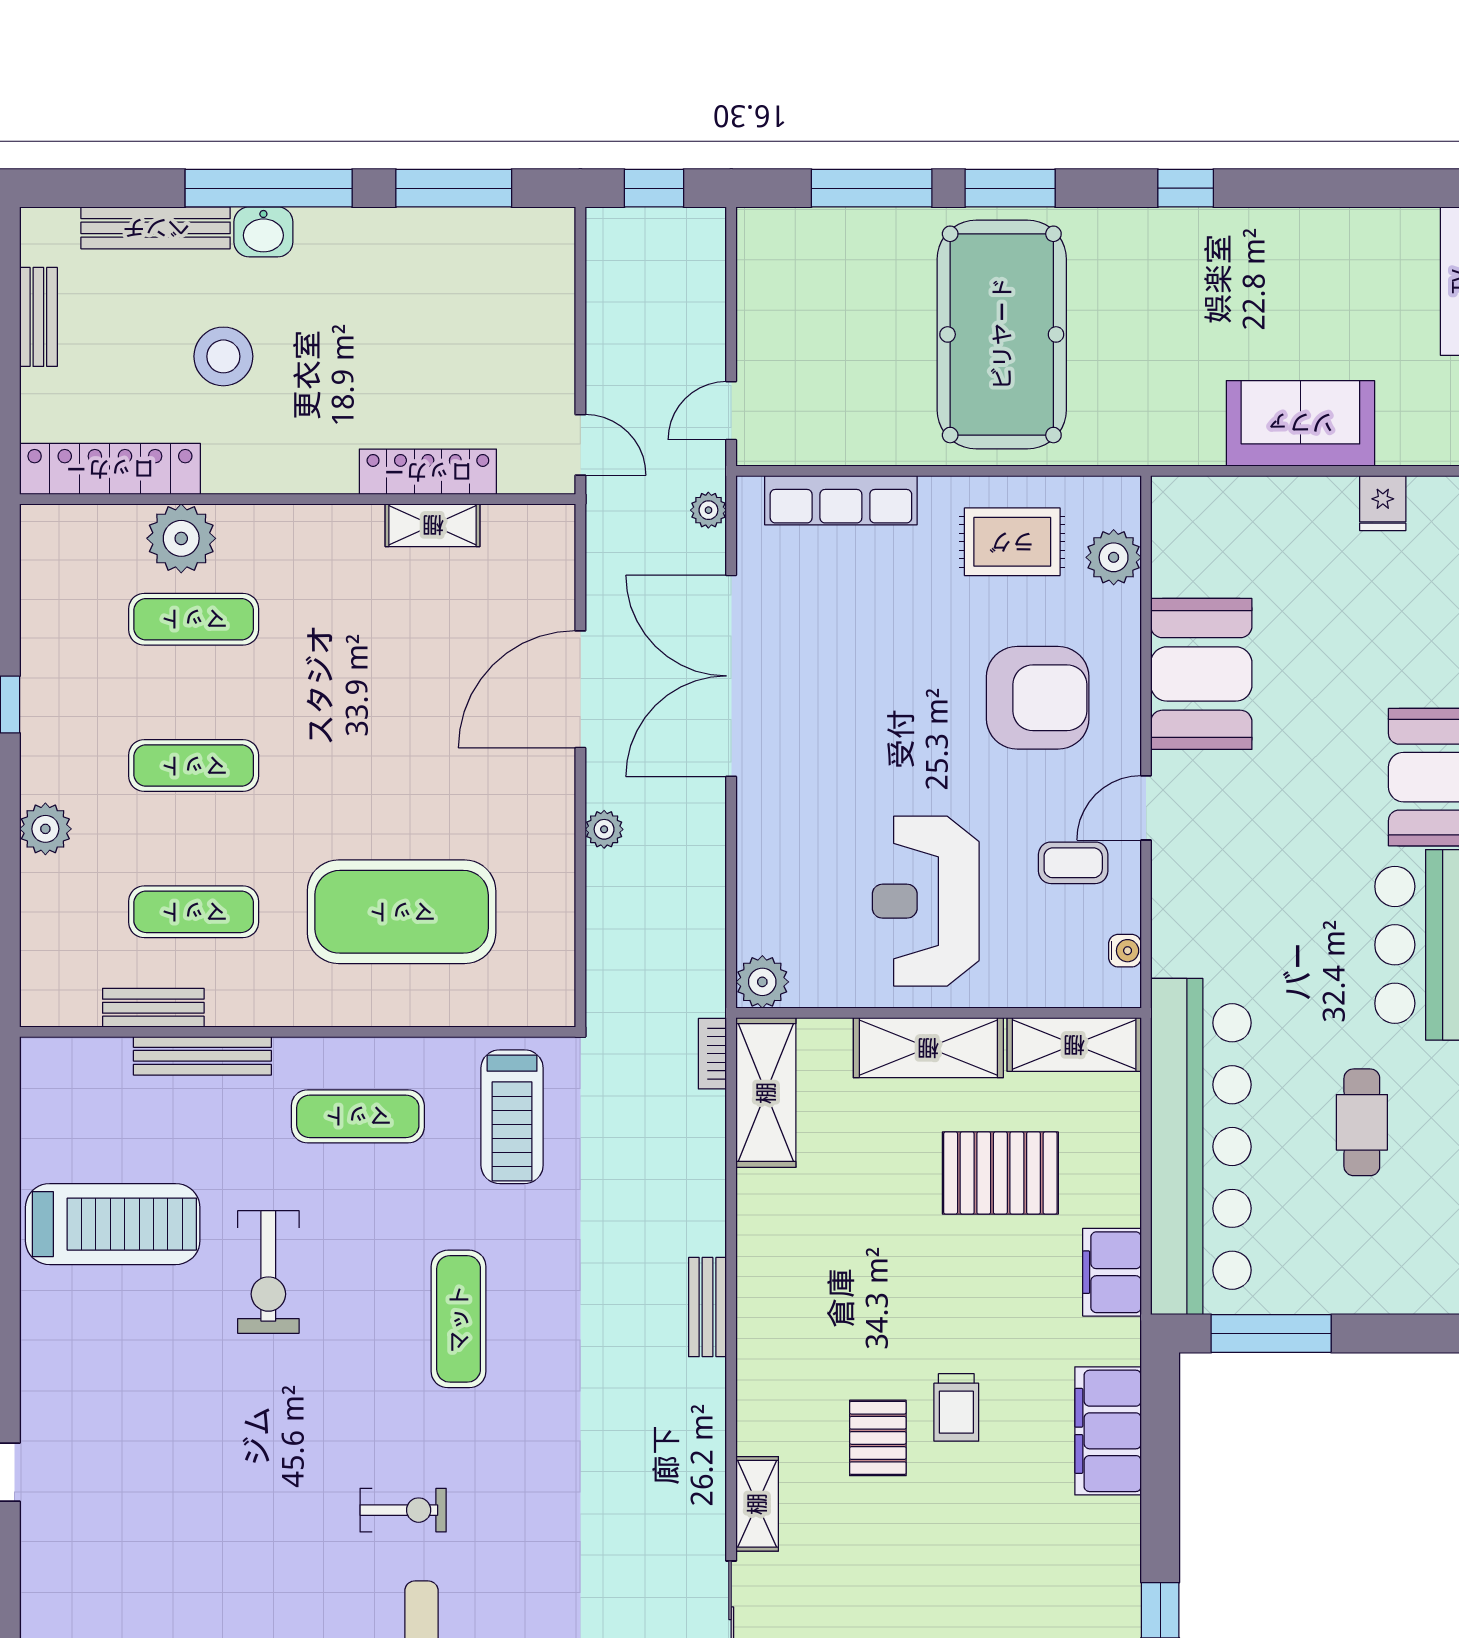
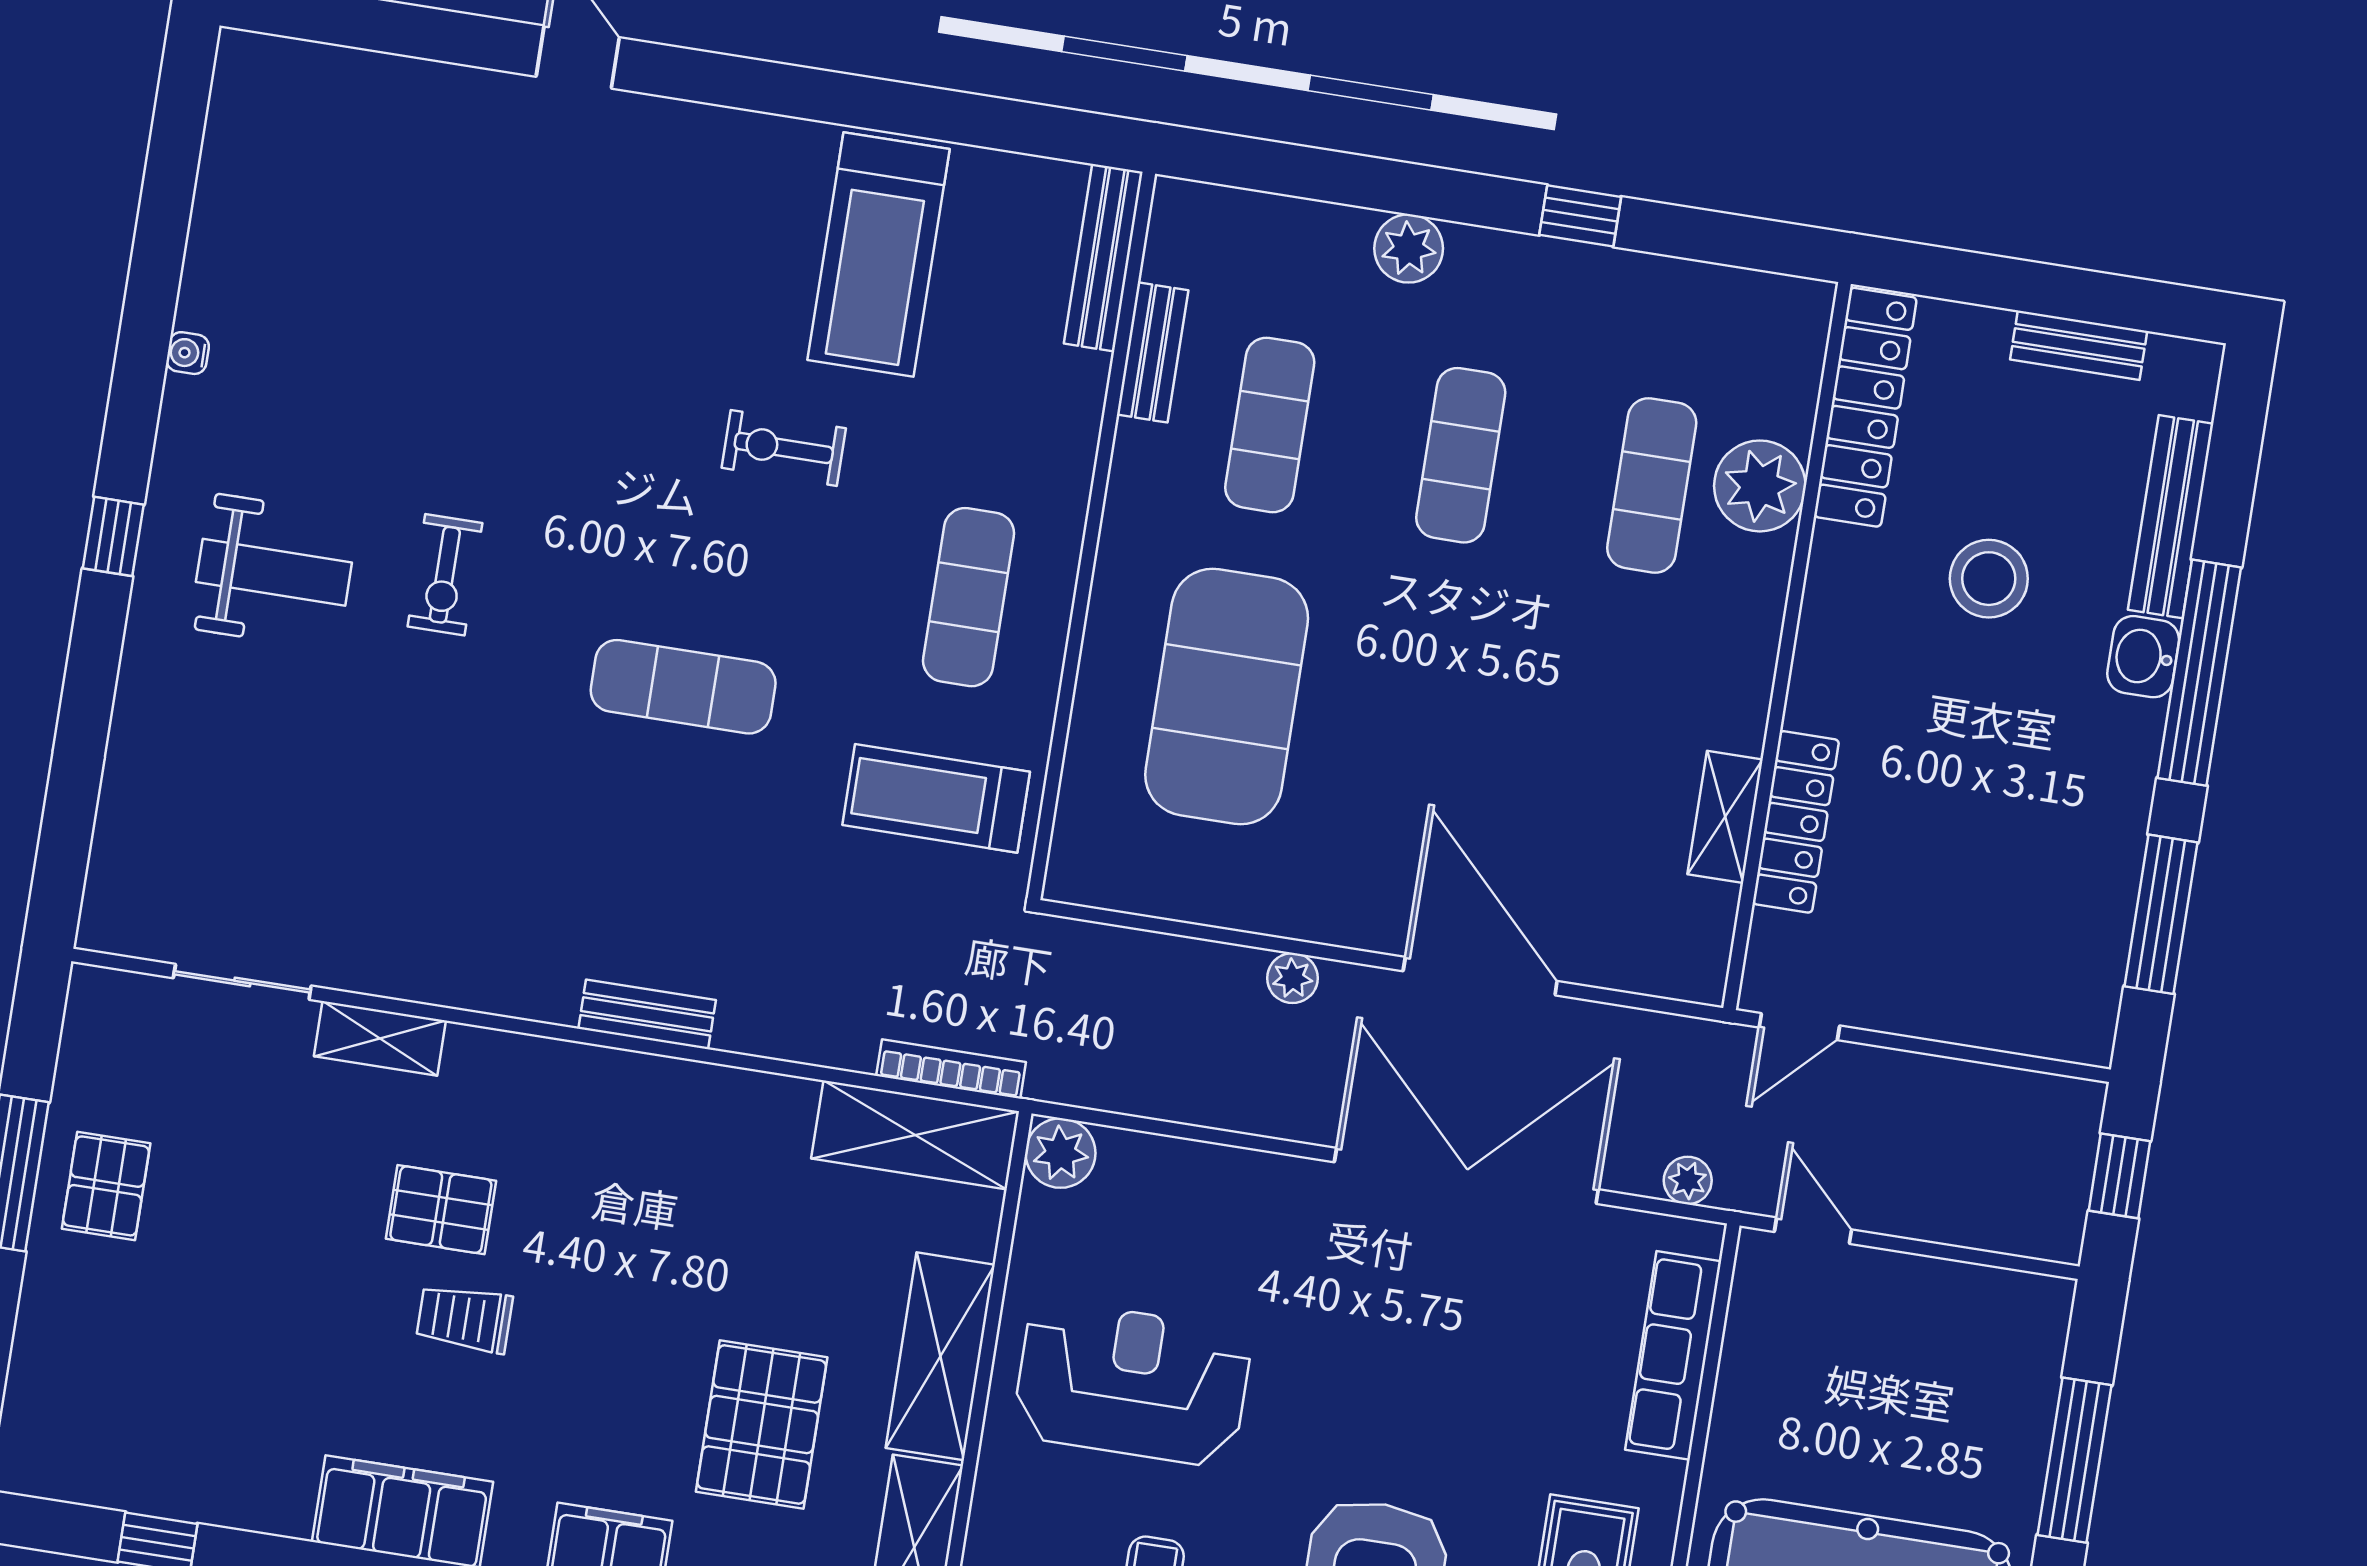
bookcase: (712, 1054) -> (951, 1069), width x1.56
bench: (202, 1056) -> (1103, 258), moved
exercise bike: (268, 1272) -> (784, 448), width x0.73, depth x0.72

